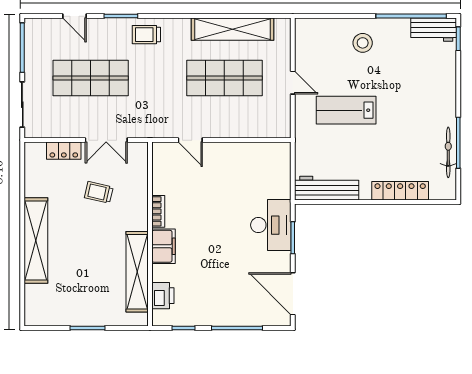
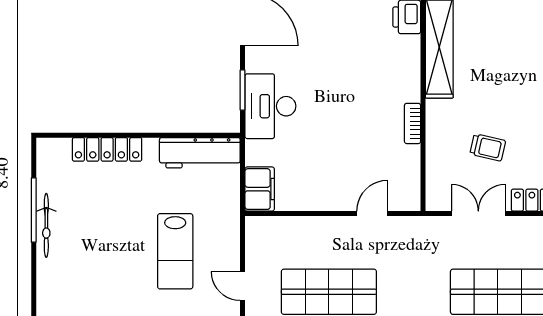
lab bench: (346, 110) -> (175, 251), turned 90
door: (190, 140) -> (372, 213), hinge flipped
bicycle: (448, 152) -> (46, 225), moved
filing cabinet: (164, 246) -> (260, 189), moved, turned 180

